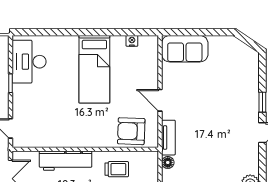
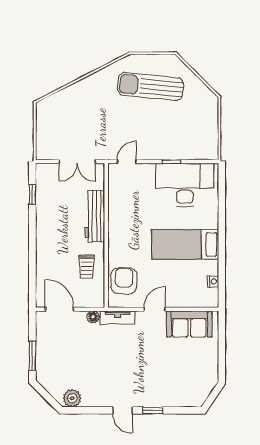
sofa: (185, 49) -> (189, 324), moved, turned -90
desk: (29, 62) -> (185, 185), width x1.36, depth x1.30

